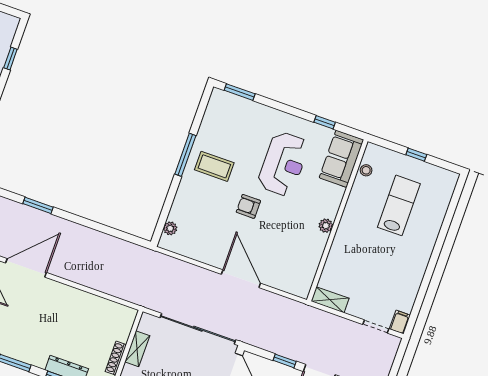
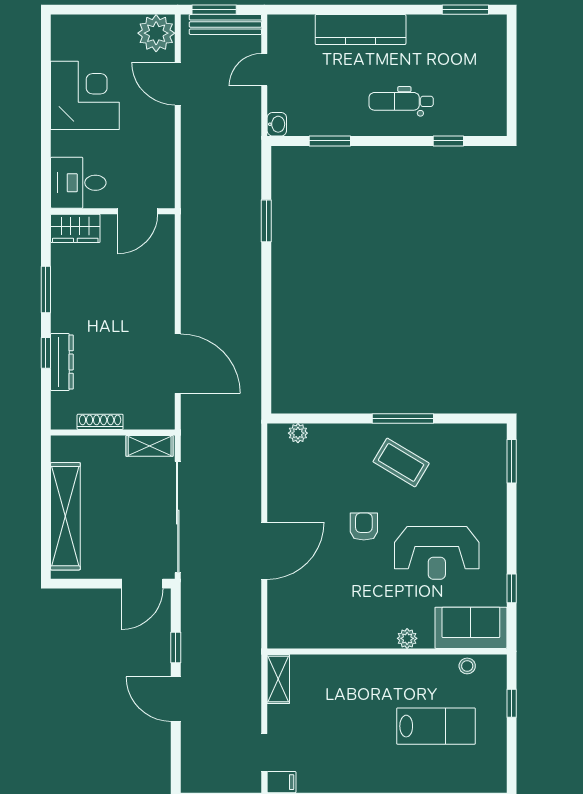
window: (416, 155) -> (512, 703), moved
coffee table: (214, 166) -> (401, 462), turned -59
window: (38, 205) -> (266, 221), moved
plant: (326, 226) -> (407, 638), moved
door: (26, 268) -> (178, 364), moved
shelving: (137, 349) -> (150, 446), moved

